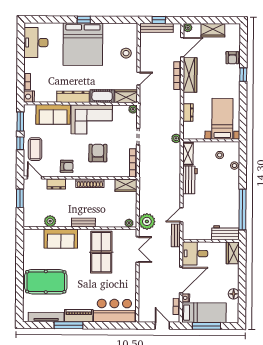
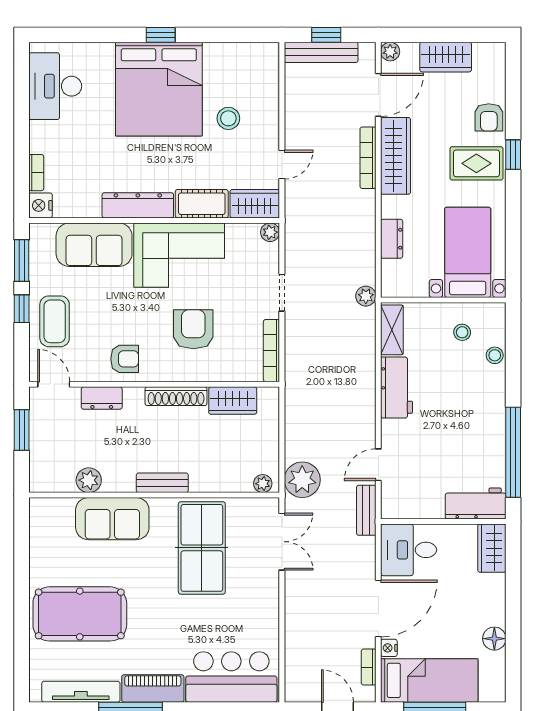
stool: (126, 53) -> (228, 118), moved
rug: (227, 79) -> (476, 163), added
wardrobe: (126, 185) -> (233, 401), moved

